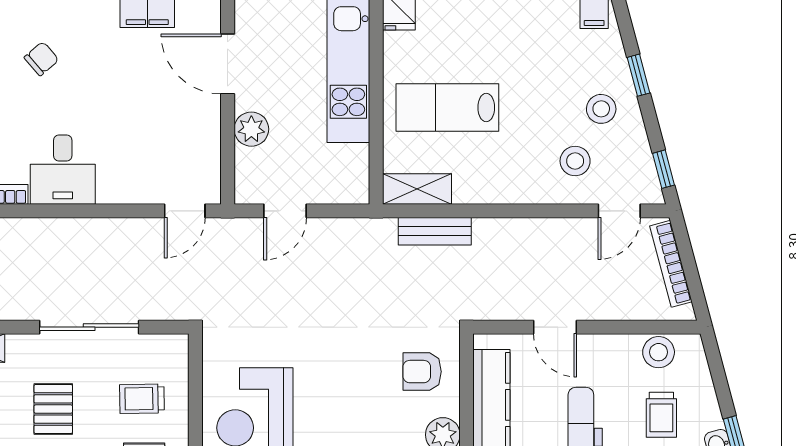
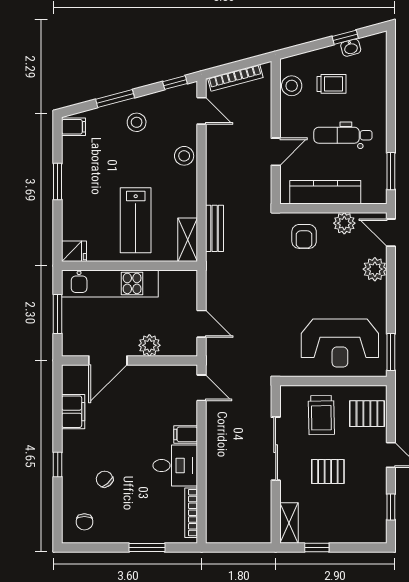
window: (639, 75) -> (115, 98), width x1.50
stool: (575, 161) -> (184, 156), moved
filing cabinet: (112, 186) -> (186, 434), added
trolley: (142, 399) -> (321, 415), width x1.36, depth x1.39

